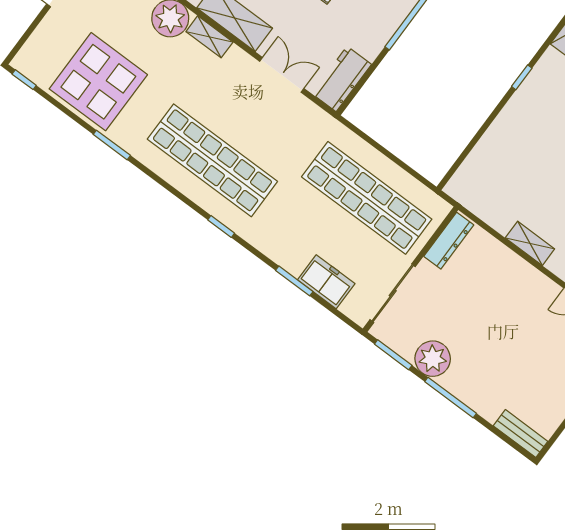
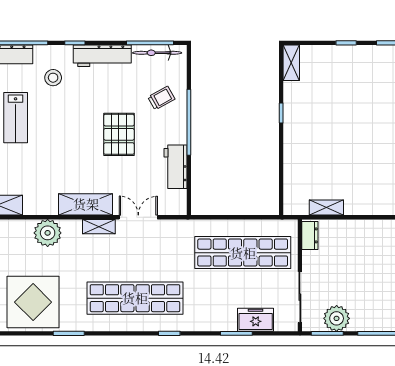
shelving: (209, 37) -> (99, 227), moved
workbench: (342, 79) -> (176, 167), moved
dresser: (449, 241) -> (310, 235), width x0.70
shelving: (530, 243) -> (326, 207), moved
plant: (433, 359) -> (337, 318), moved

